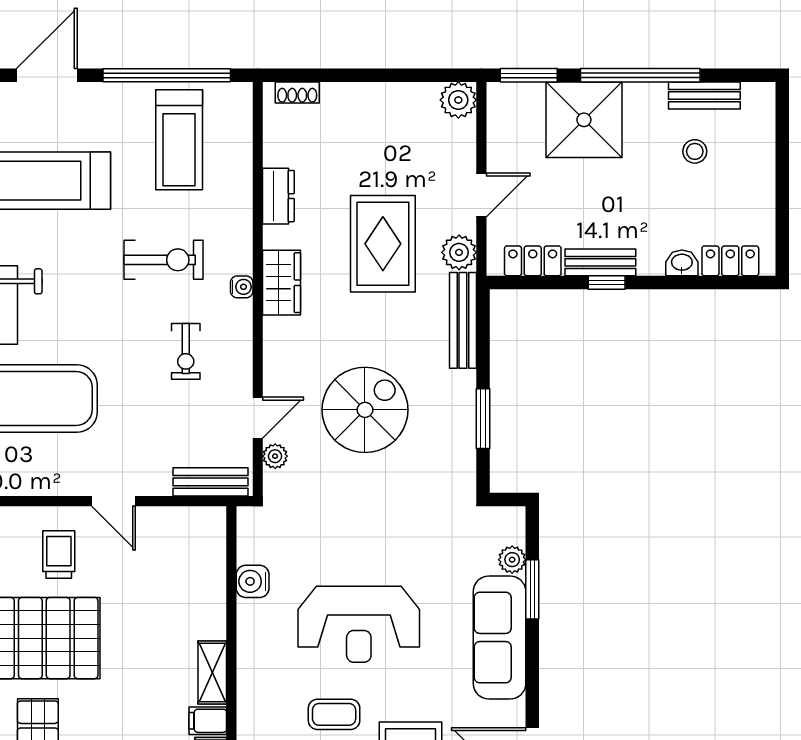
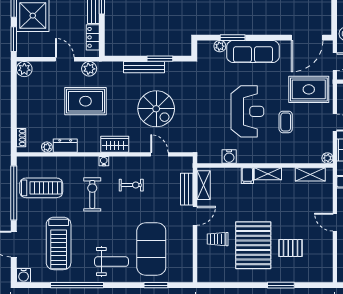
wardrobe: (282, 283) -> (115, 144), moved
bench: (463, 320) -> (144, 67), moved
spiral stairs: (365, 410) -> (156, 109), turned 180
plant: (275, 456) -> (47, 147), moved
bench: (211, 482) -> (187, 189), moved
shelving: (186, 521) -> (204, 185), added
filing cabinet: (208, 721) -> (247, 176), moved

